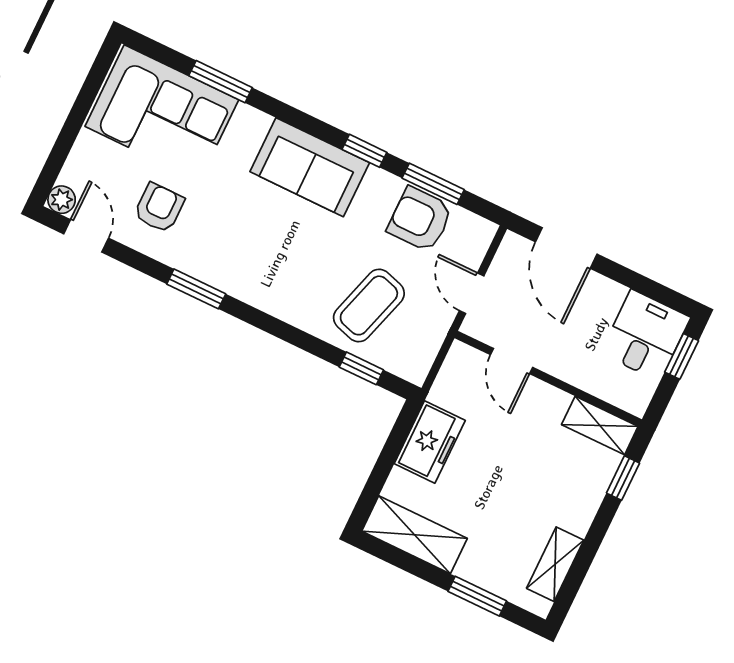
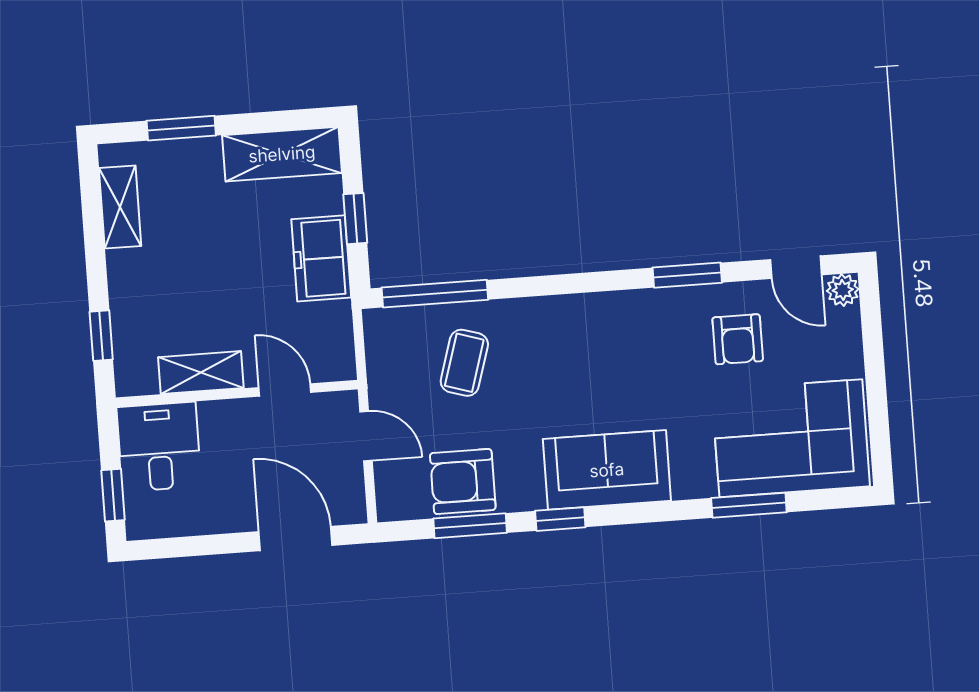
armchair: (420, 219) -> (463, 481), turned 180
window: (196, 289) -> (687, 275), moved
coffee table: (369, 305) -> (464, 363), width x0.73, depth x0.77
desk: (645, 335) -> (159, 447), moved, turned 180
window: (361, 368) -> (435, 294), width x2.17
shelving: (600, 426) -> (201, 373), moved
window: (388, 457) -> (355, 219), added

